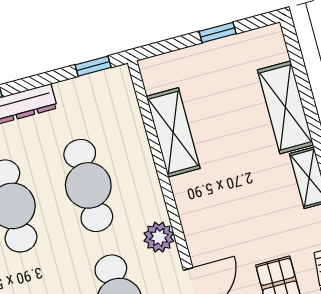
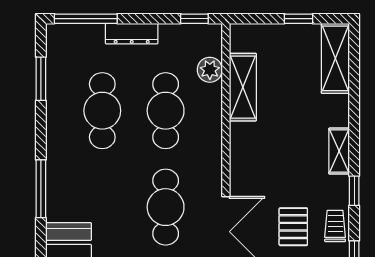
shelving: (285, 107) -> (335, 58), moved
plant: (159, 237) -> (210, 70), moved

